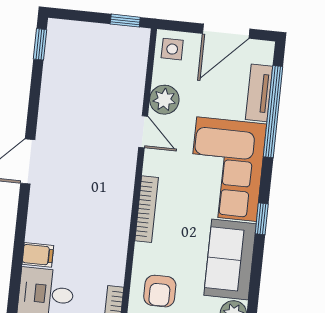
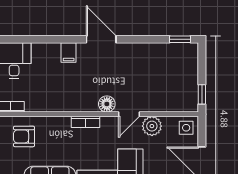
floor lamp: (125, 163) -> (107, 104), added
bookcase: (147, 209) -> (86, 122), width x0.64
filing cabinet: (38, 255) -> (69, 53), moved

